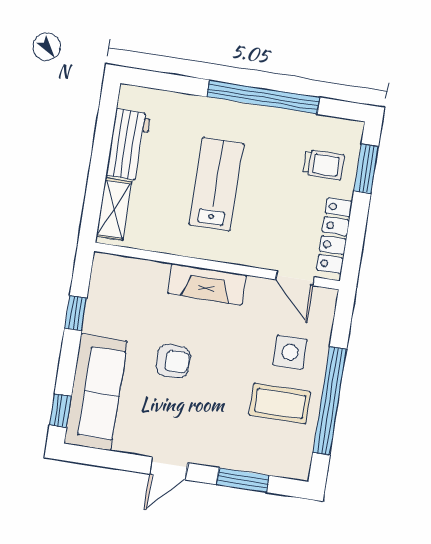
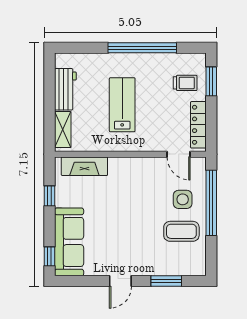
fireplace: (207, 284) -> (84, 166), moved
armchair: (173, 361) -> (113, 216), removed
window: (330, 401) -> (211, 203), moved

